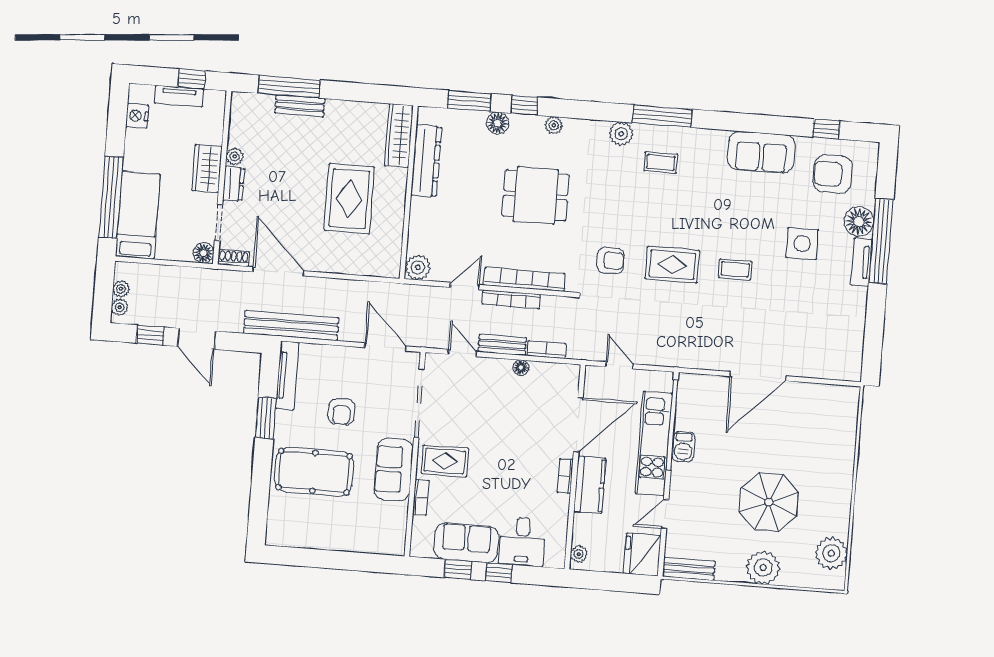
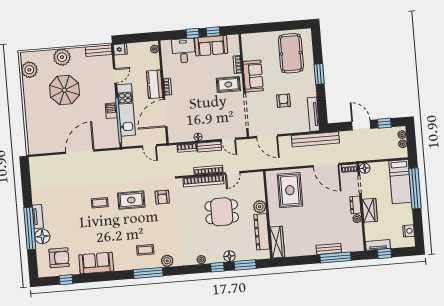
tv unit: (179, 96) -> (378, 245), moved
dining table: (536, 195) -> (222, 212), moved
rug: (349, 199) -> (290, 190), moved
side table: (802, 243) -> (69, 221), removed
armchair: (611, 260) -> (162, 197), turned -90
plant: (418, 267) -> (260, 207), moved
window: (266, 418) -> (319, 74), moved
pool table: (314, 472) -> (291, 53), moved, turned 90
fridge: (642, 555) -> (120, 49), width x0.53, depth x0.75

